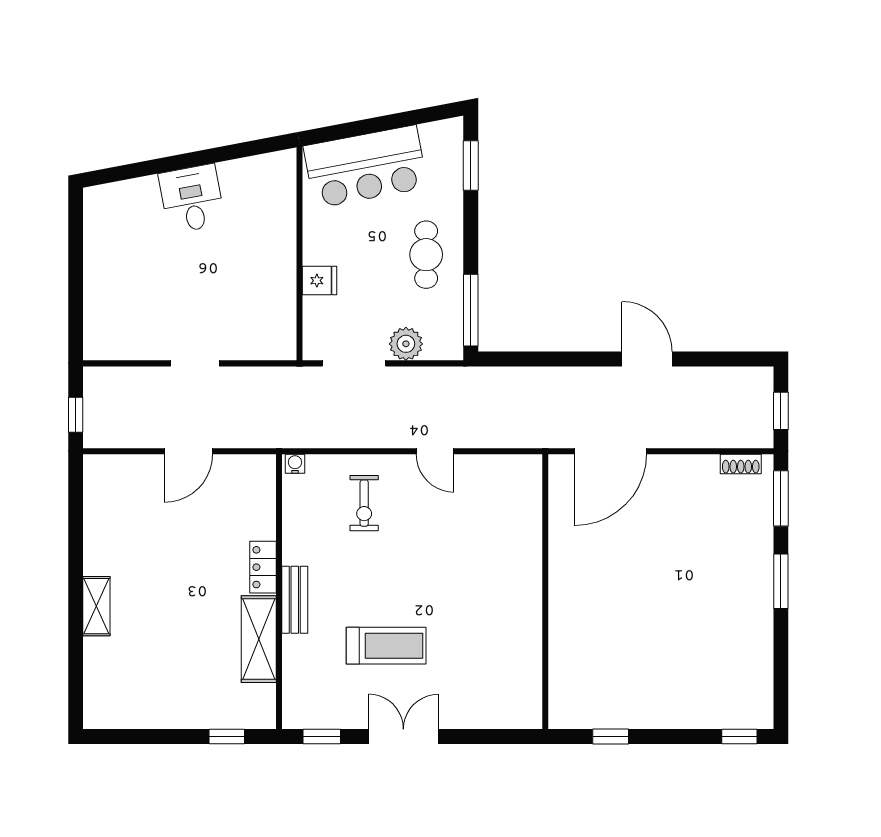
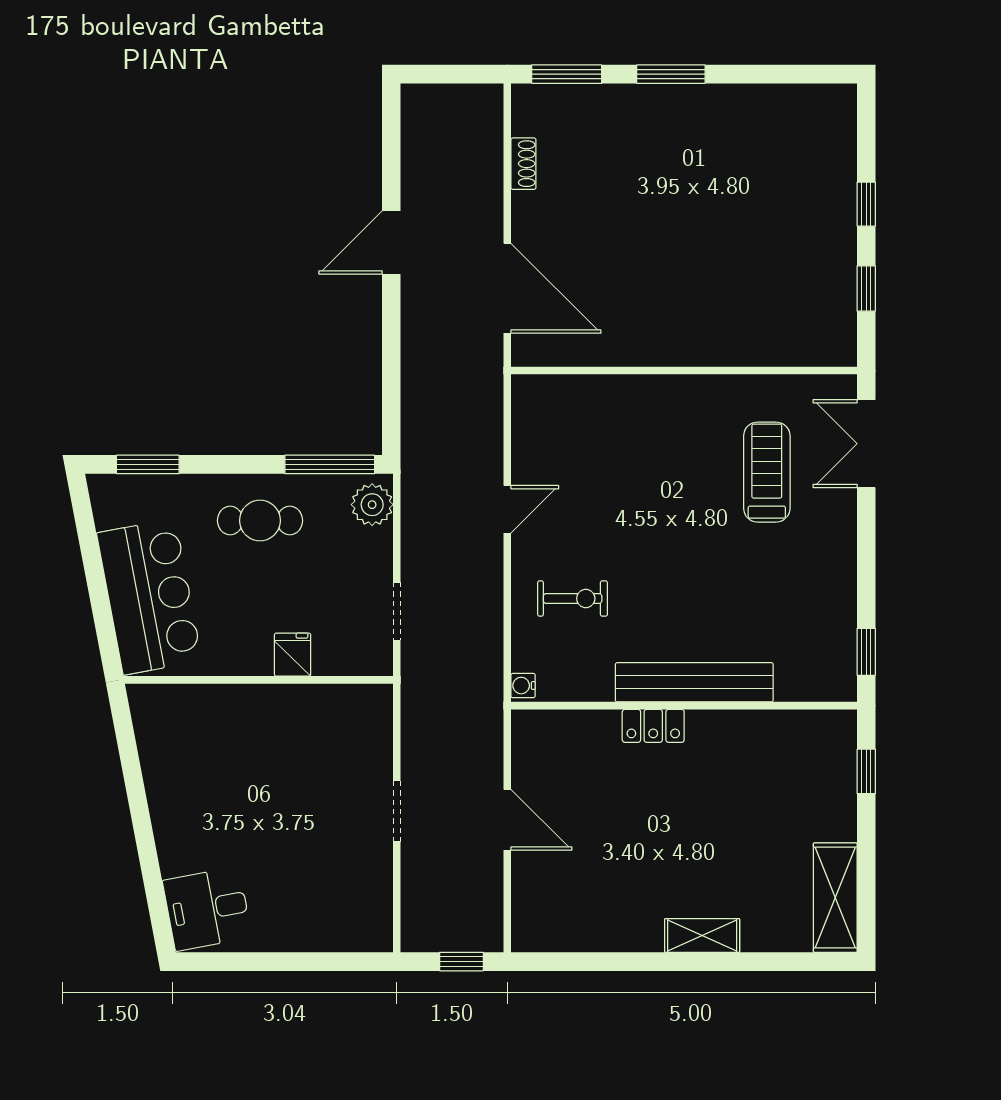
desk: (192, 199) -> (207, 909), moved
plant: (406, 344) -> (372, 505), moved
doorway: (354, 363) -> (397, 611), width x0.73
window: (781, 411) -> (457, 74), removed
shoe rack: (741, 464) -> (523, 164), moved
bench: (295, 600) -> (694, 682), width x1.86, depth x1.21
shelving: (259, 639) -> (835, 898), moved, turned 90
treadmill: (386, 646) -> (767, 472), moved
double door: (403, 736) -> (866, 444), moved
window: (739, 736) -> (866, 204), moved

